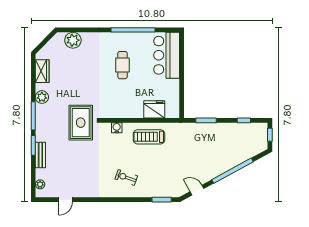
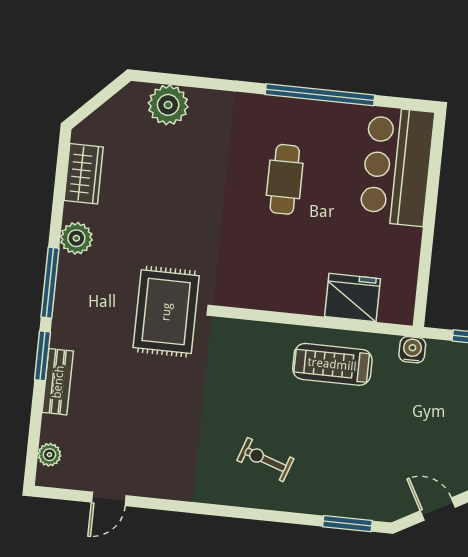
water cooler: (117, 128) -> (412, 350), moved

